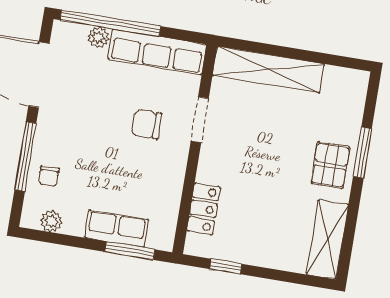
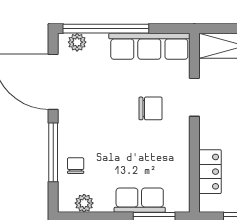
plant: (98, 37) -> (77, 42), moved
chair: (147, 124) -> (151, 108), turned 180
chair: (49, 176) -> (76, 166), turned 180

